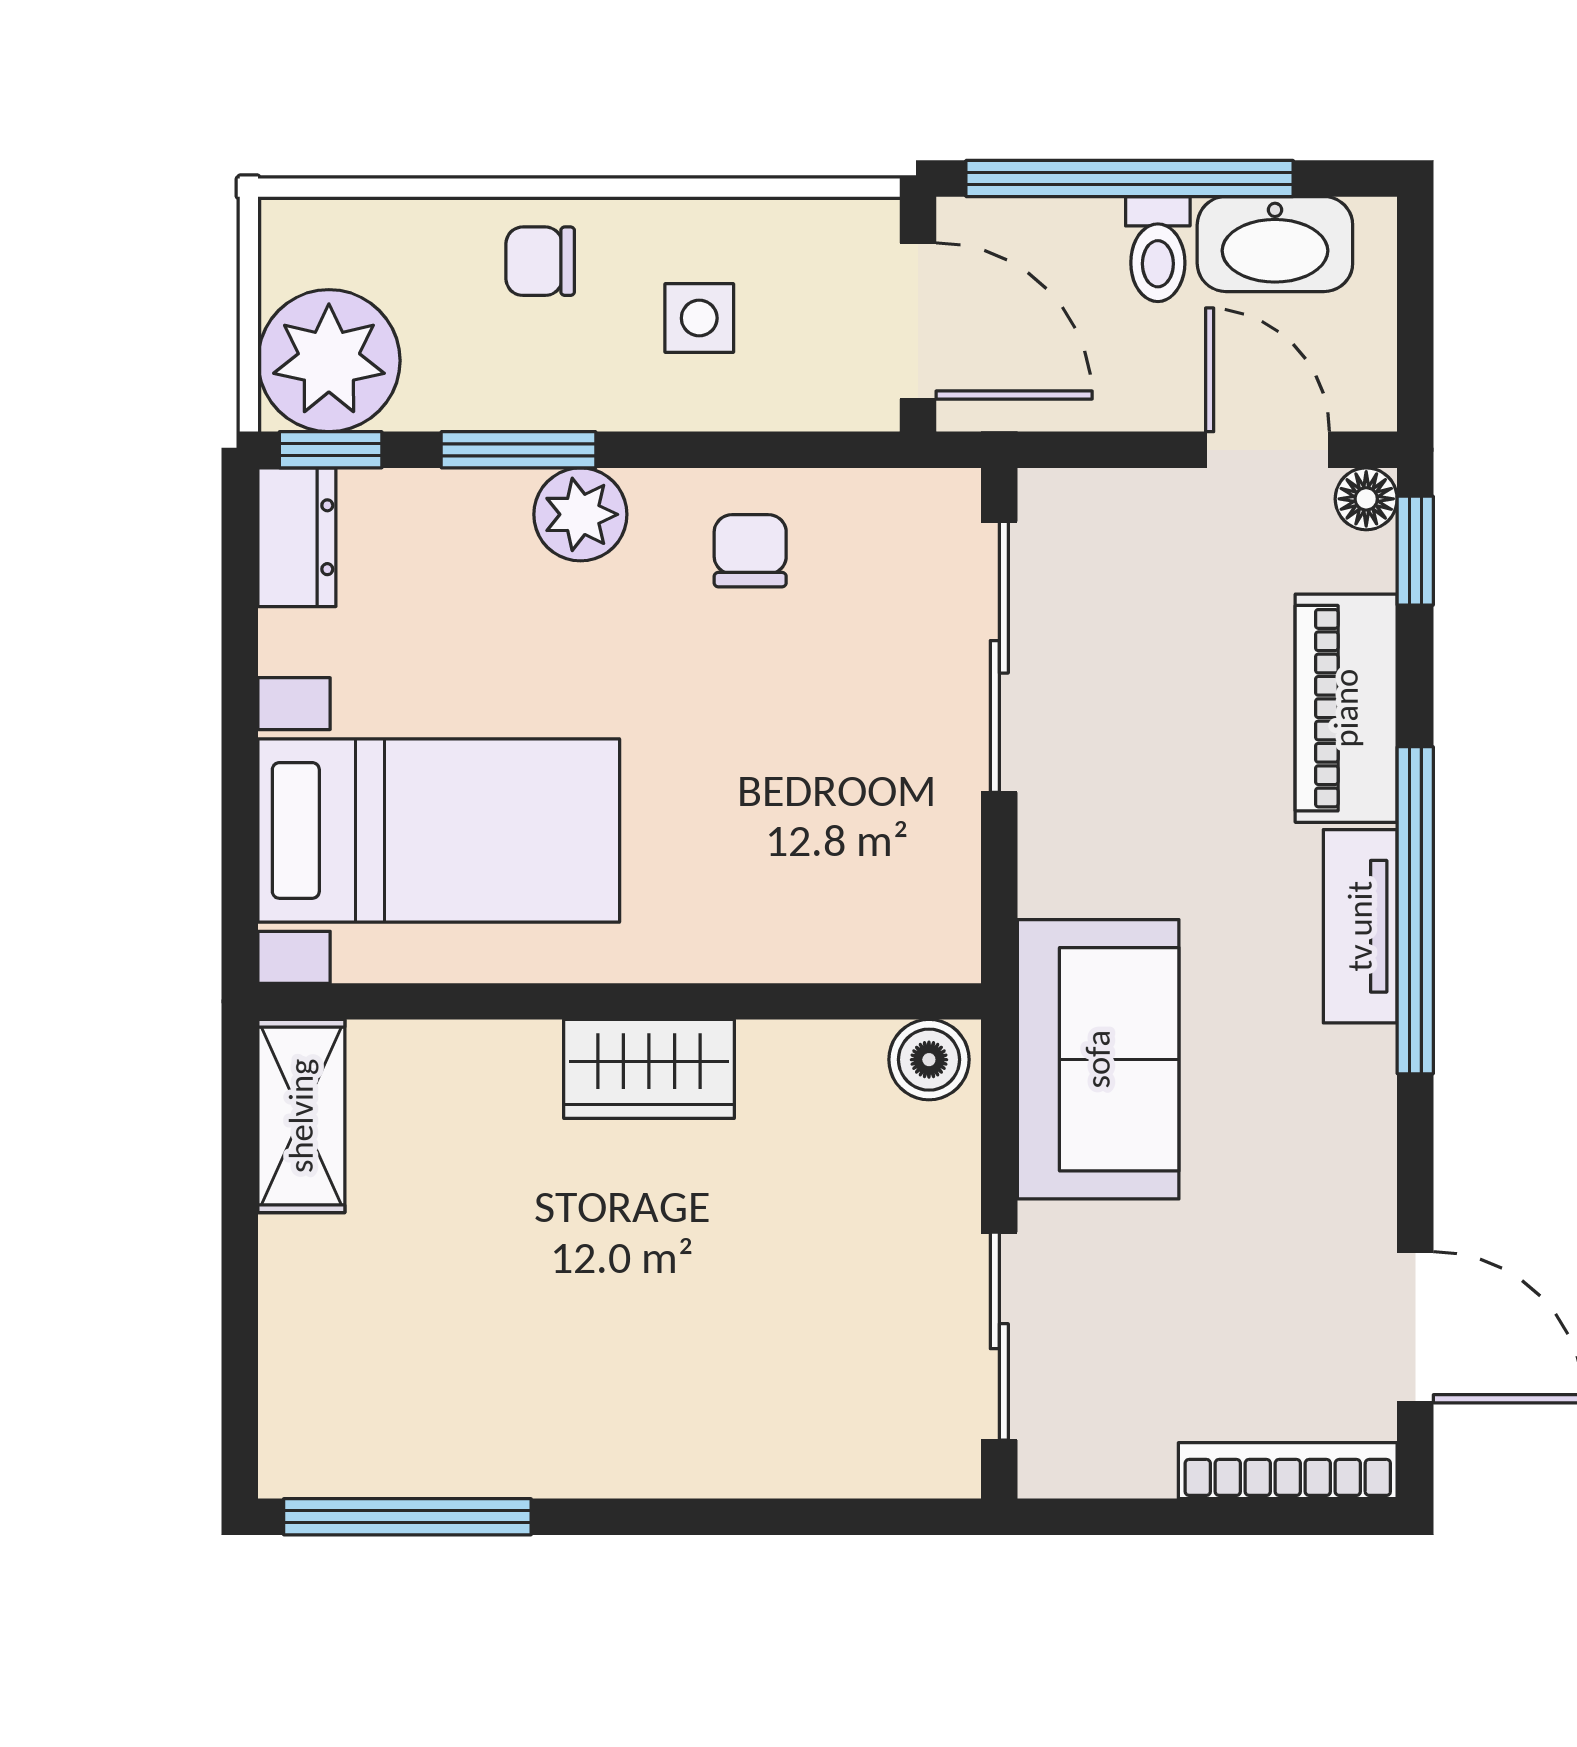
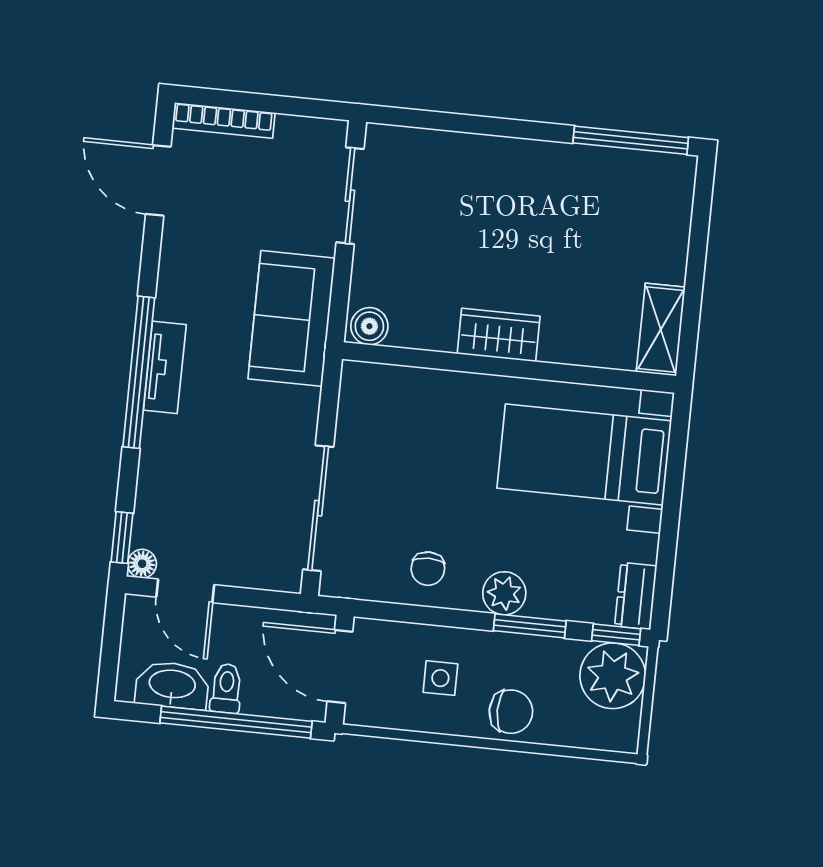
chair: (540, 261) -> (511, 712), width x1.37, depth x1.37
piano: (1346, 708) -> (161, 468), removed

